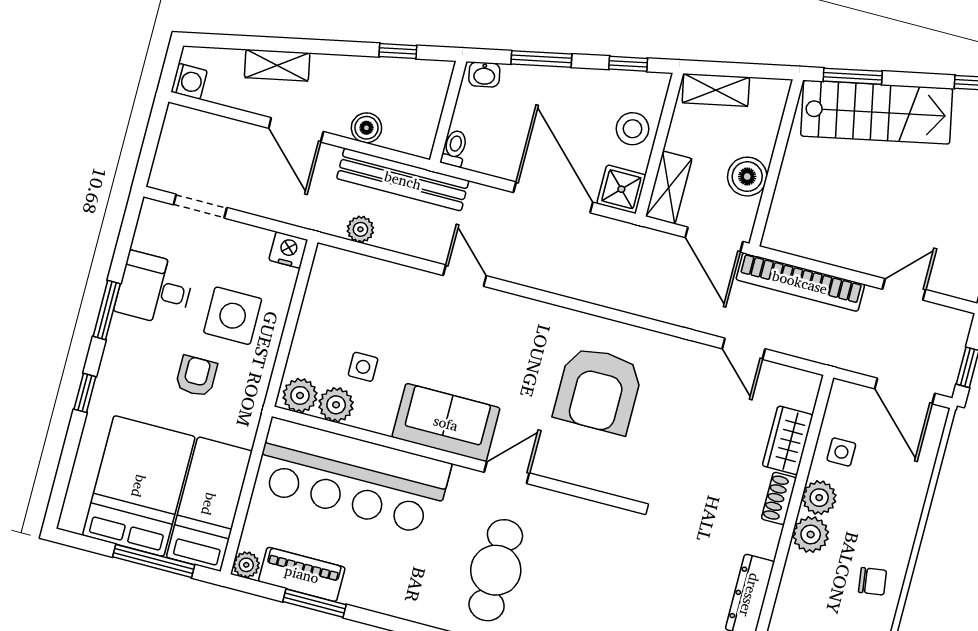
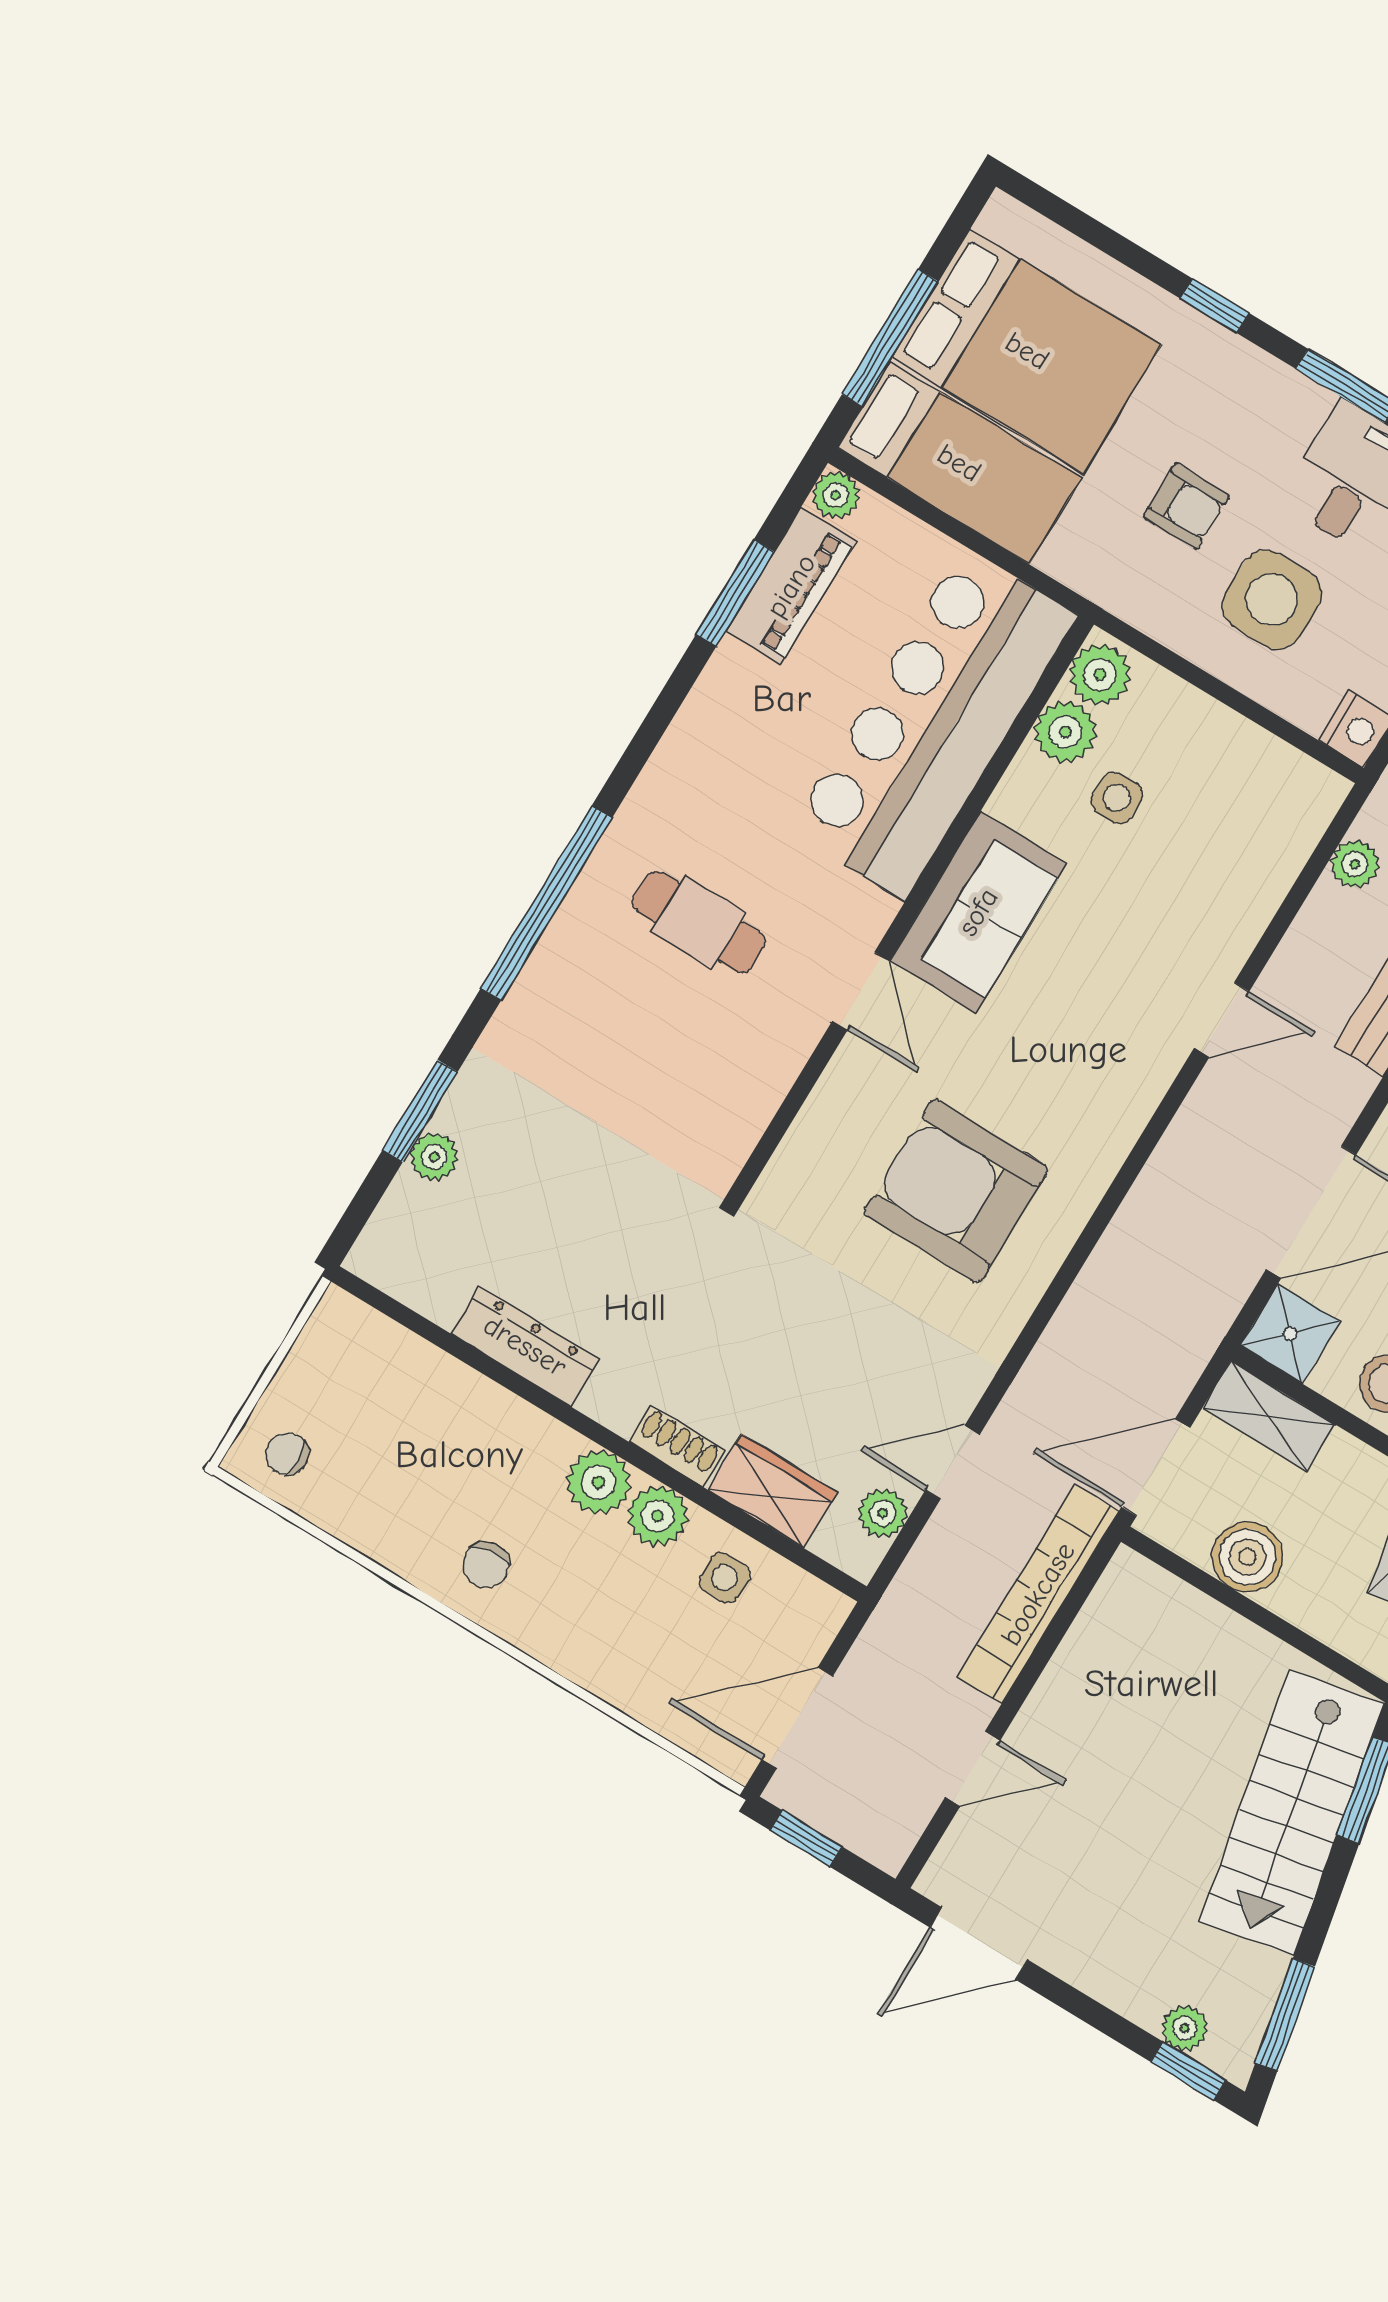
door: (904, 289) -> (973, 1769), hinge flipped
plant: (782, 378) -> (883, 1513), added
cafe table: (496, 570) -> (699, 922), width x0.73, depth x0.74

